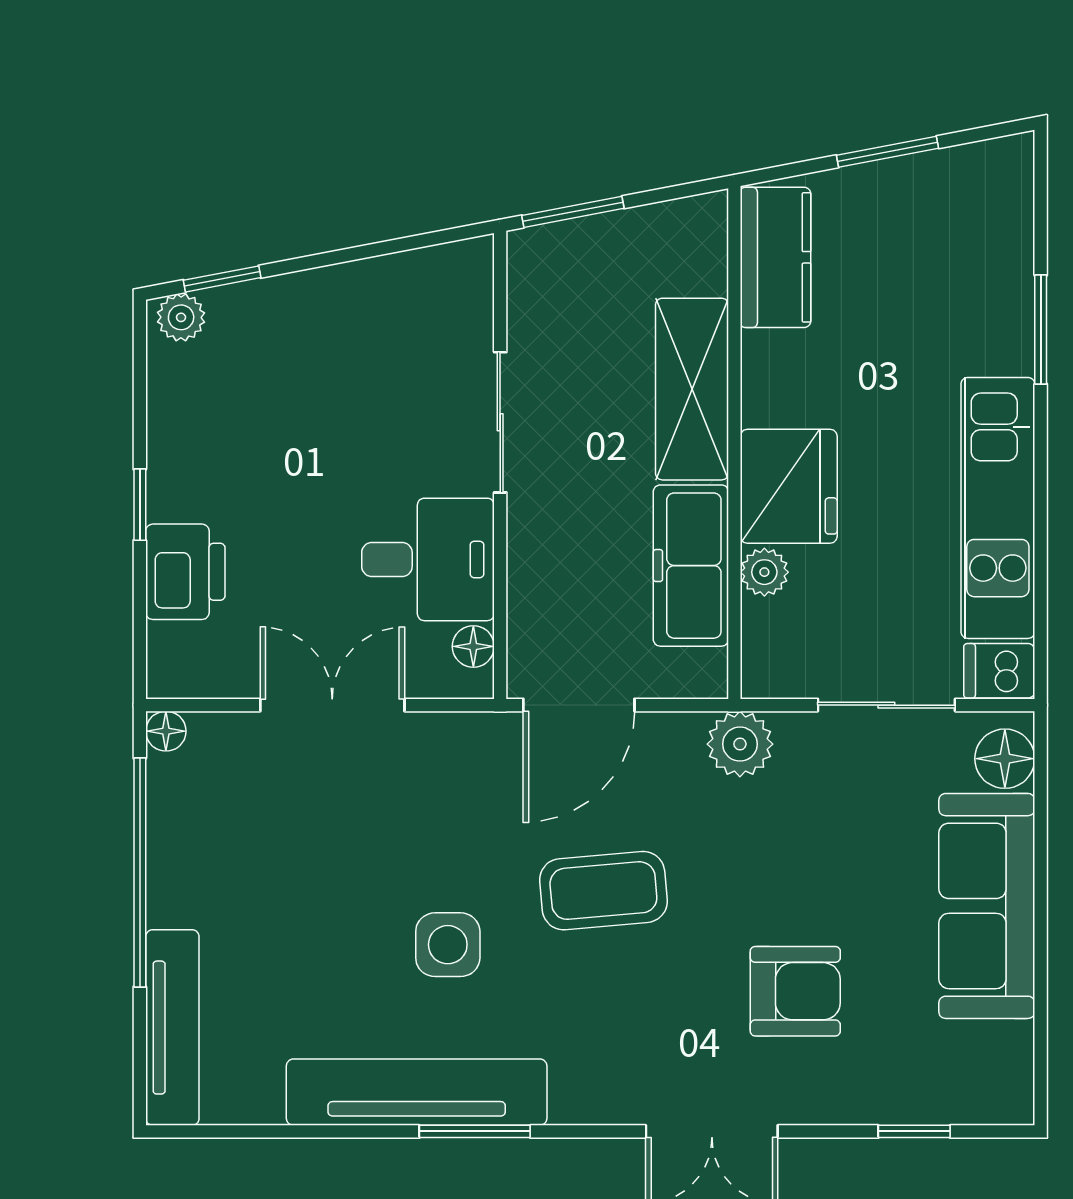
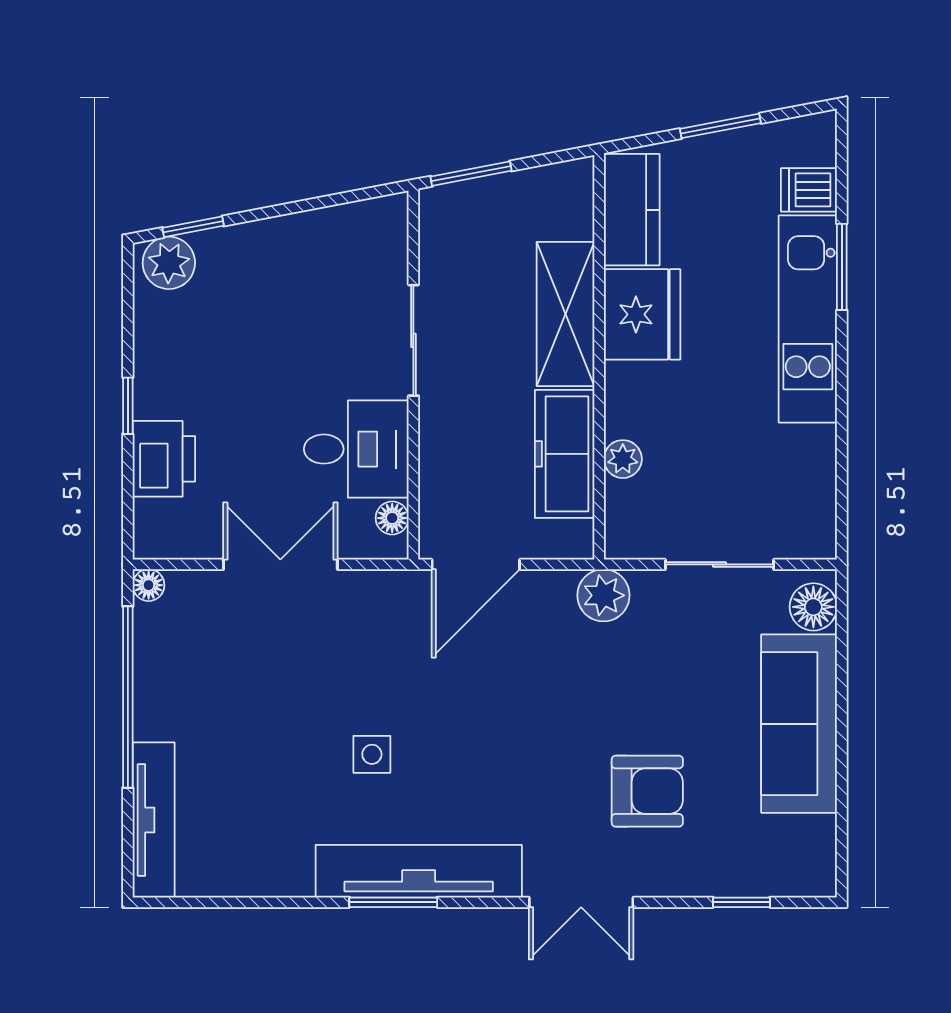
plant: (181, 317) -> (169, 263), width x1.38, depth x1.38
fridge: (789, 486) -> (642, 314), moved
kitchen unit: (998, 508) -> (808, 319), moved
dishwasher: (999, 671) -> (809, 190), moved
coffee table: (603, 891) -> (495, 711), removed
side table: (448, 945) -> (372, 754), width x0.73, depth x0.73
tv unit: (417, 1092) -> (419, 871), moved

